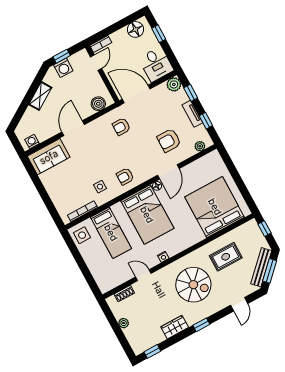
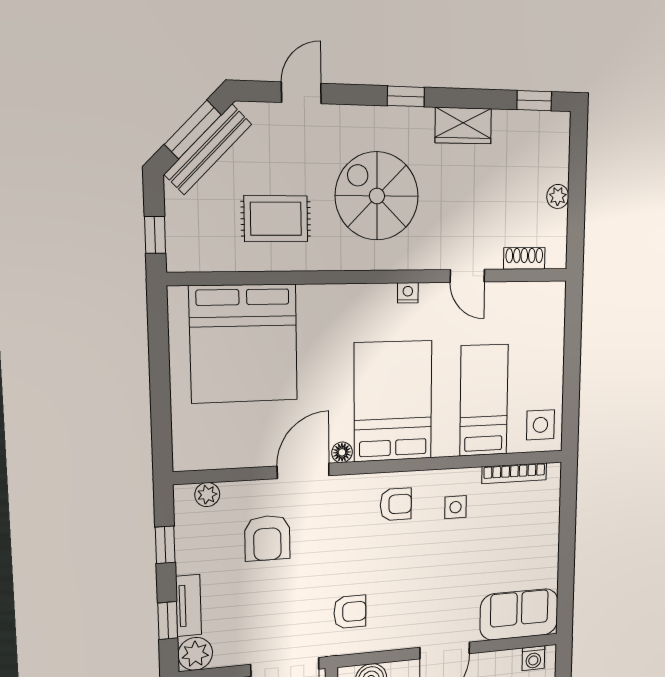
tv unit: (192, 114) -> (189, 605), moved
armchair: (169, 140) -> (267, 538), turned 90

